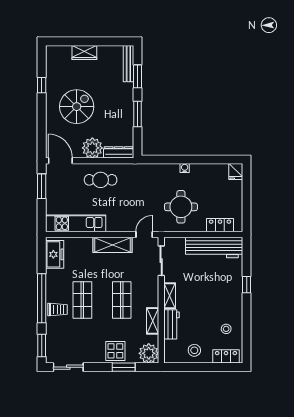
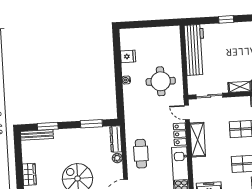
window: (138, 114) -> (91, 124), moved
plant: (92, 148) -> (117, 158), width x0.53, depth x0.53
fridge: (236, 172) -> (128, 56), moved
locker: (220, 225) -> (180, 134), moved

